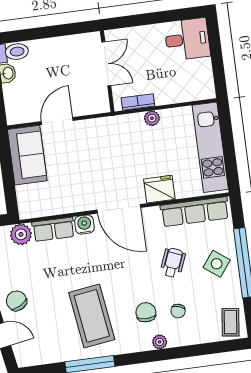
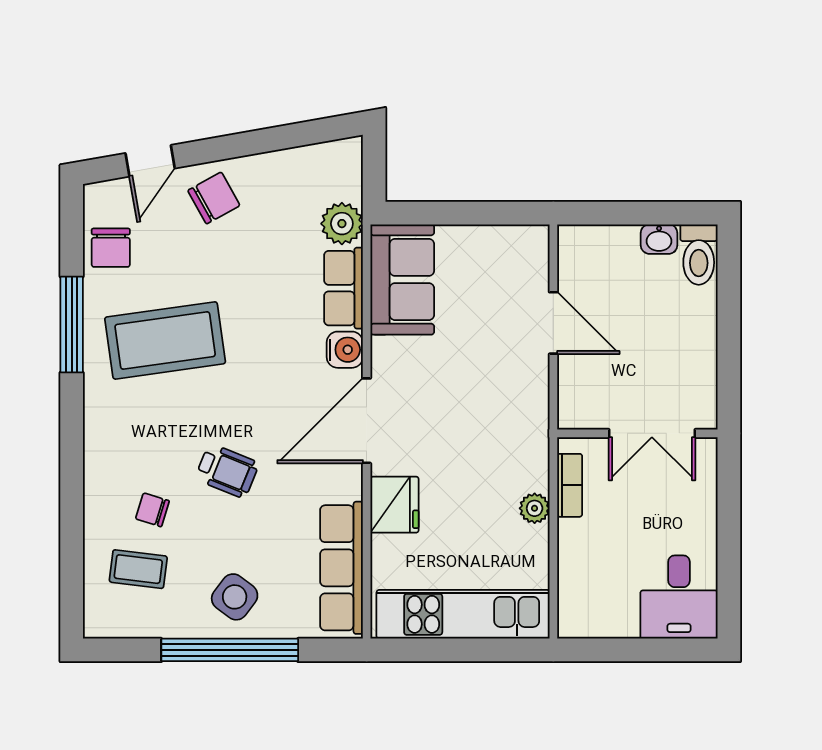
sofa: (27, 155) -> (402, 279), moved, turned -90
wheelchair: (173, 263) -> (227, 471), moved
chair: (146, 312) -> (111, 248), moved, turned 90
coffee table: (230, 322) -> (138, 569), moved
plant: (160, 342) -> (97, 466), removed

